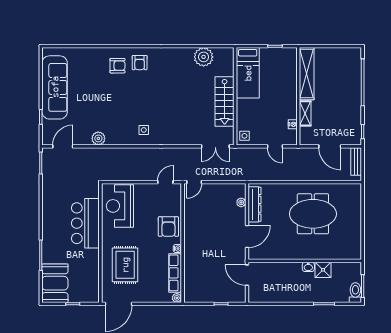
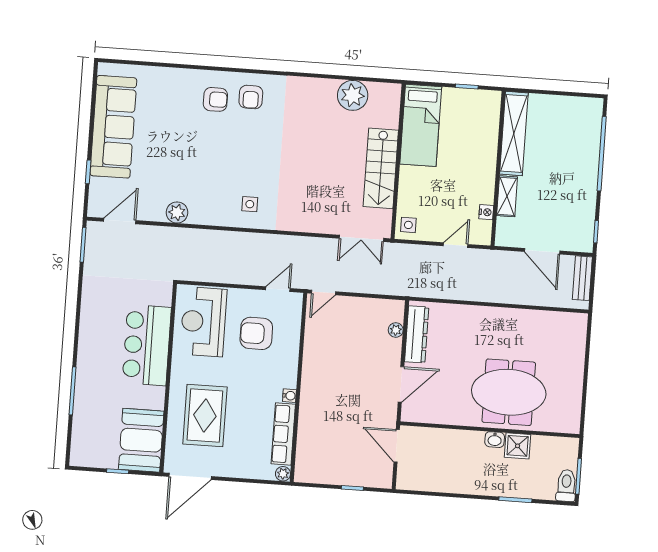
door: (275, 146) -> (456, 245), swing flipped
meeting table: (313, 214) -> (509, 392), moved
armchair: (168, 227) -> (256, 333), moved, turned 90
booth: (55, 283) -> (141, 440), moved

